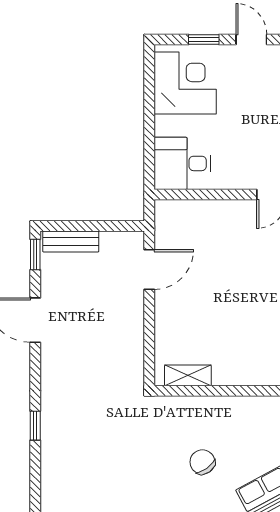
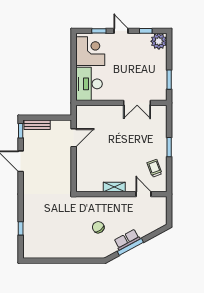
desk: (182, 163) -> (89, 84), width x1.37
shelving: (188, 375) -> (114, 187), moved
window: (35, 426) -> (21, 228), moved

